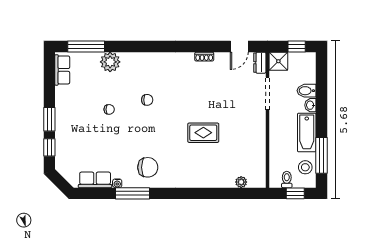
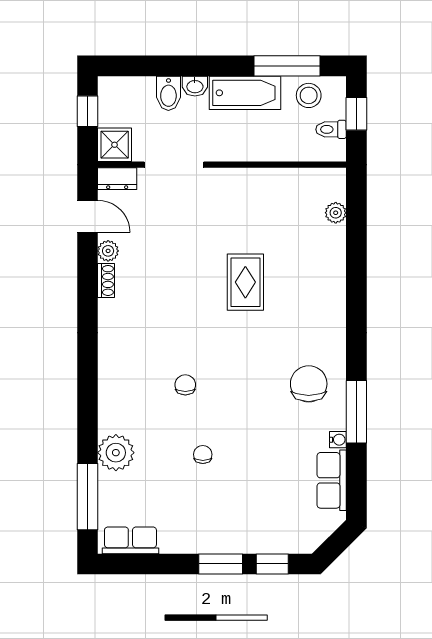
plant: (220, 58) -> (108, 251), added

